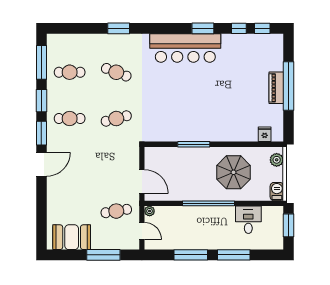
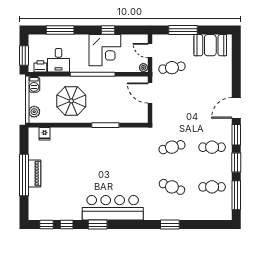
printer: (269, 213) -> (40, 66), added
corner desk: (194, 231) -> (105, 50), added
window: (191, 255) -> (108, 30), width x0.46
window: (234, 255) -> (60, 30), moved

